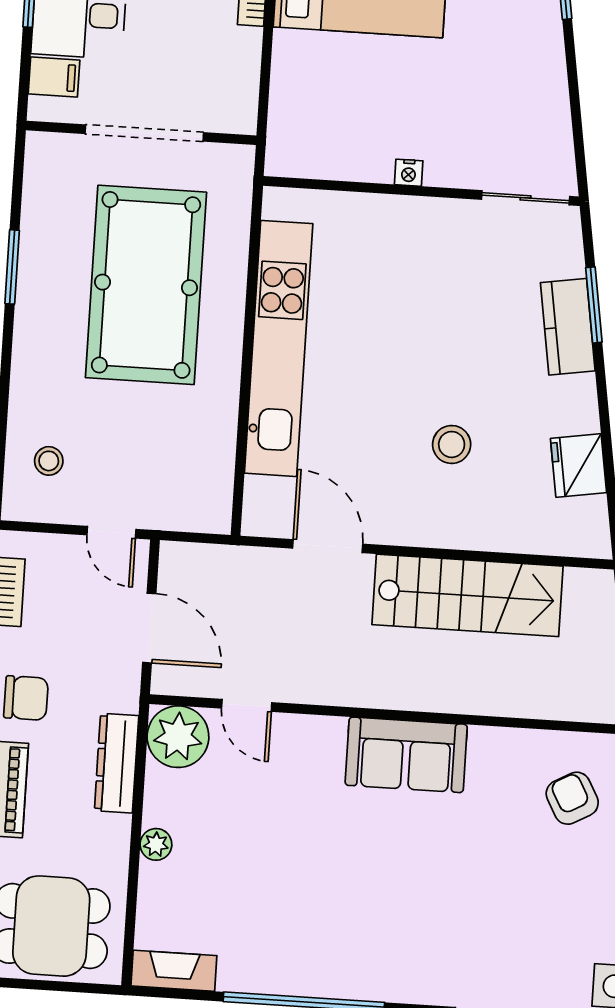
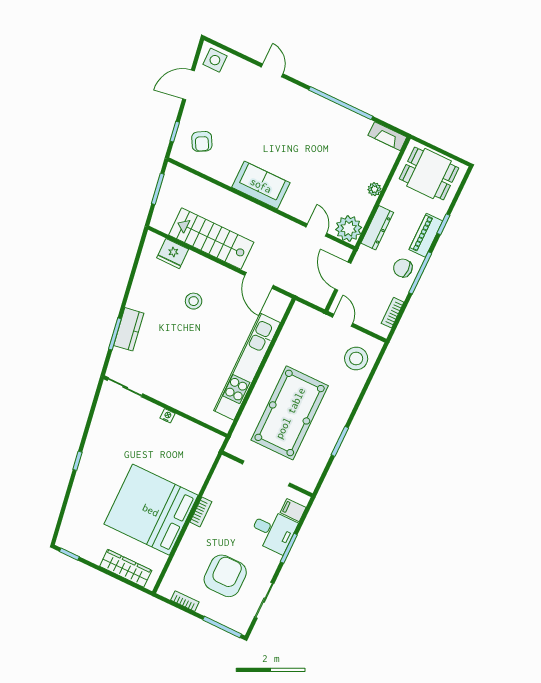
stool: (49, 461) -> (356, 359), width x1.89, depth x1.89
fridge: (578, 465) -> (173, 254), moved, turned 99

